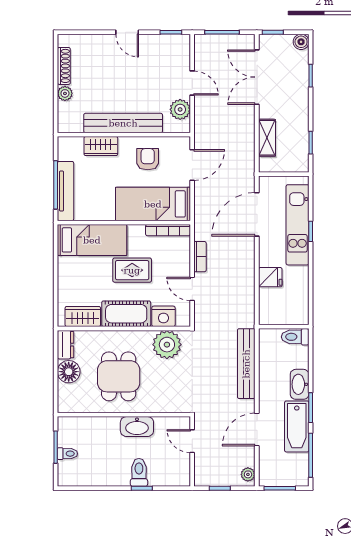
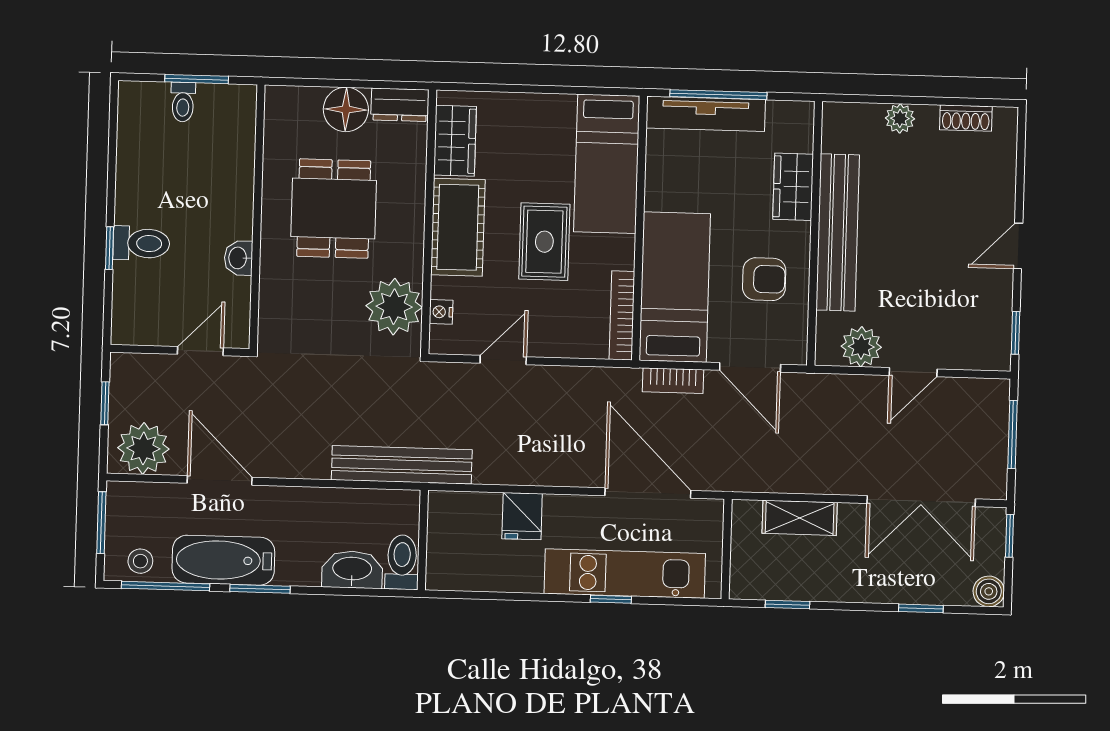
shoe rack: (64, 66) -> (966, 118), width x0.70
double door: (257, 77) -> (921, 501), swing flipped
bookcase: (200, 257) -> (673, 381), moved
nightstand: (163, 316) -> (441, 312), width x0.53, depth x0.56
bench: (246, 364) -> (402, 465), moved
dining table: (119, 376) -> (334, 209), turned 90
washbasin: (300, 384) -> (352, 570), moved
washbasin: (137, 427) -> (238, 258), width x0.52, depth x0.69
stool: (298, 468) -> (140, 561), added
plant: (248, 474) -> (143, 448), width x1.88, depth x1.88

